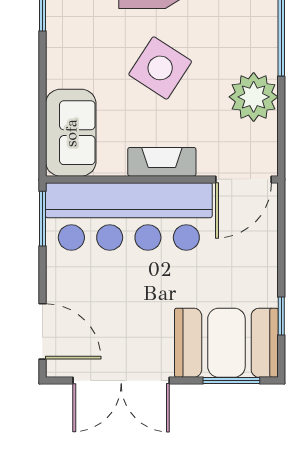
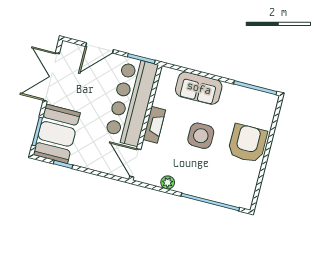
side table: (160, 68) -> (201, 136), turned -33
plant: (254, 97) -> (168, 182), width x0.53, depth x0.53
sofa: (71, 133) -> (199, 88), moved
door: (42, 331) -> (99, 48), moved

